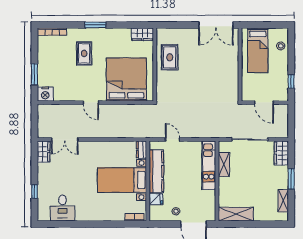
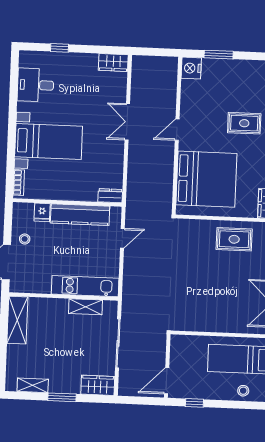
door: (264, 103) -> (167, 381), moved
double door: (65, 139) -> (127, 122), moved
bed with nightstands: (122, 180) -> (49, 141), moved, turned 90

